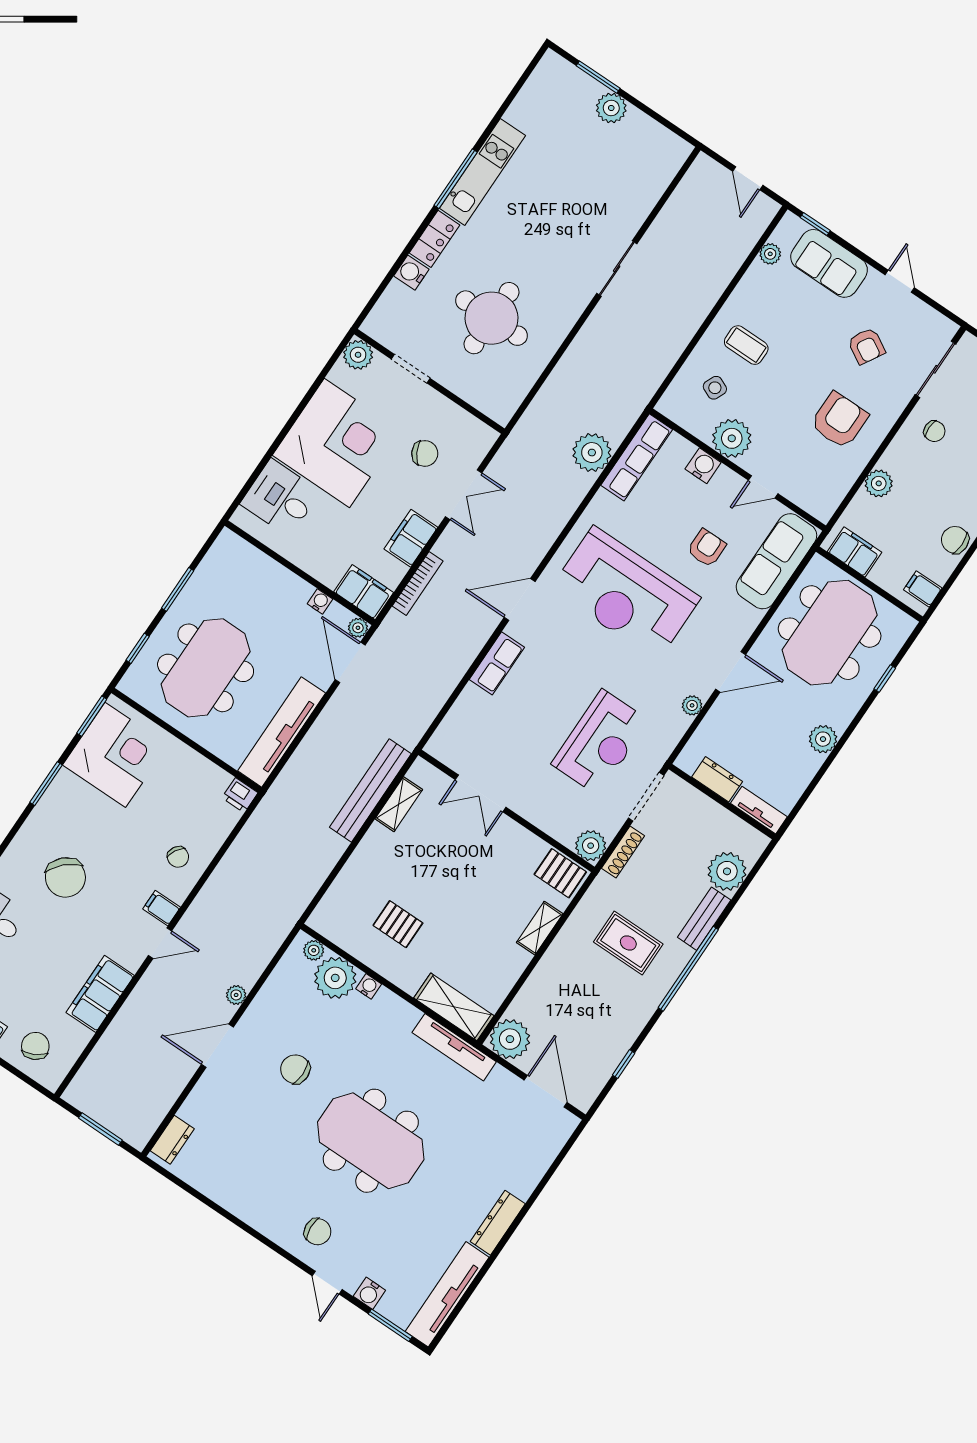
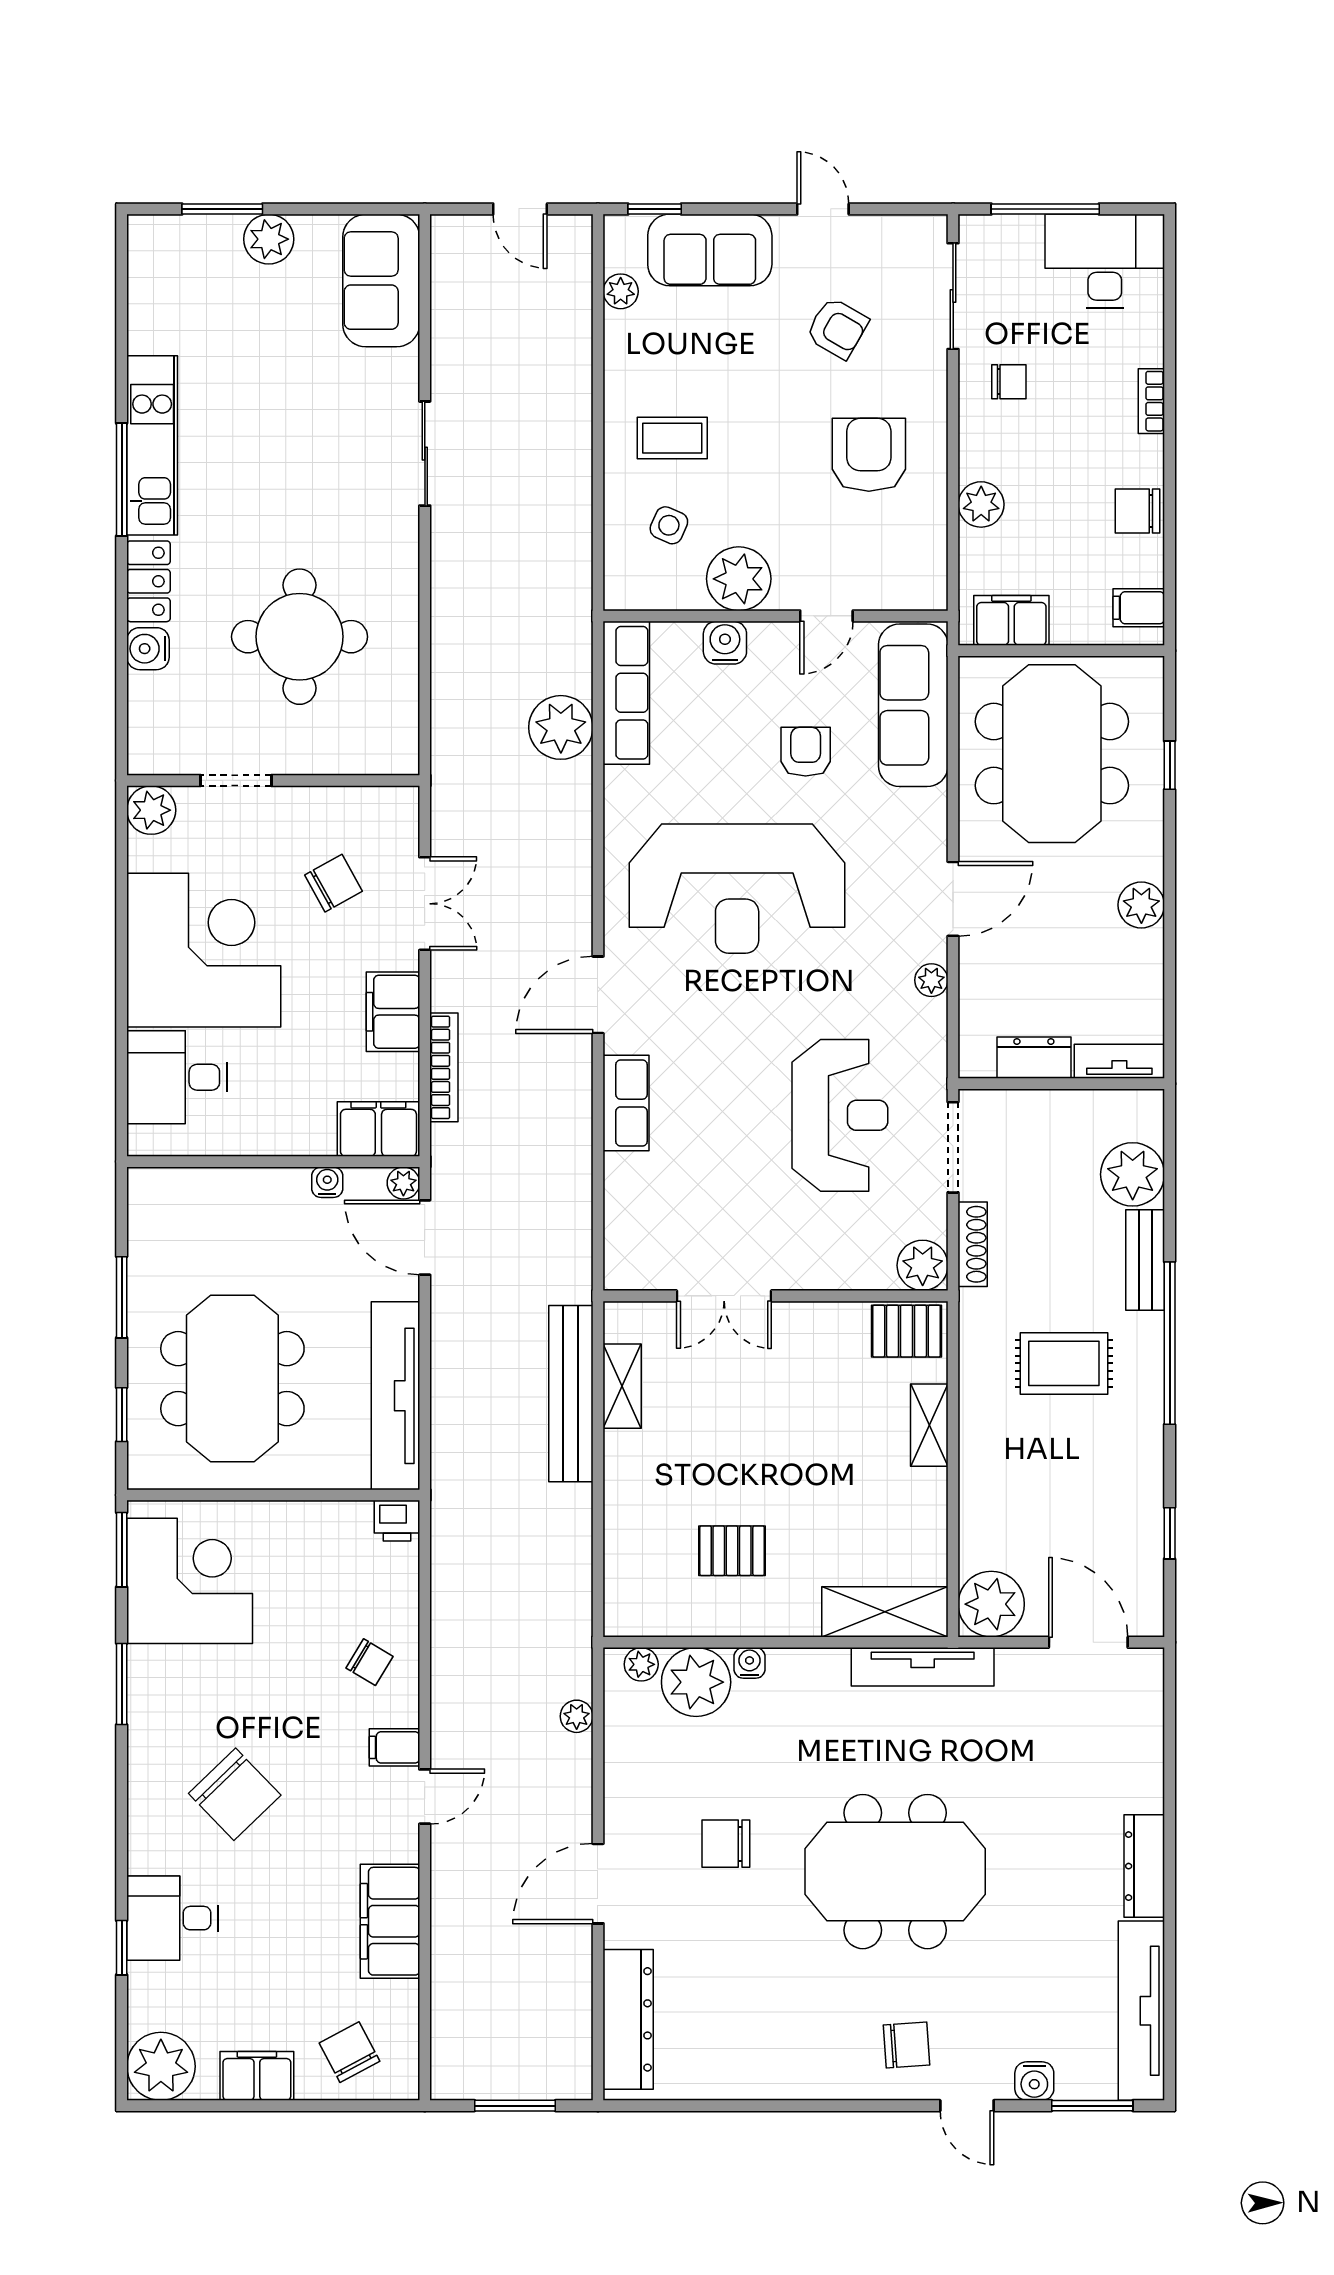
sofa: (654, 167) -> (381, 281), added
plant: (236, 995) -> (577, 1716), moved
dresser: (172, 1140) -> (628, 2019), width x1.96, depth x1.24

